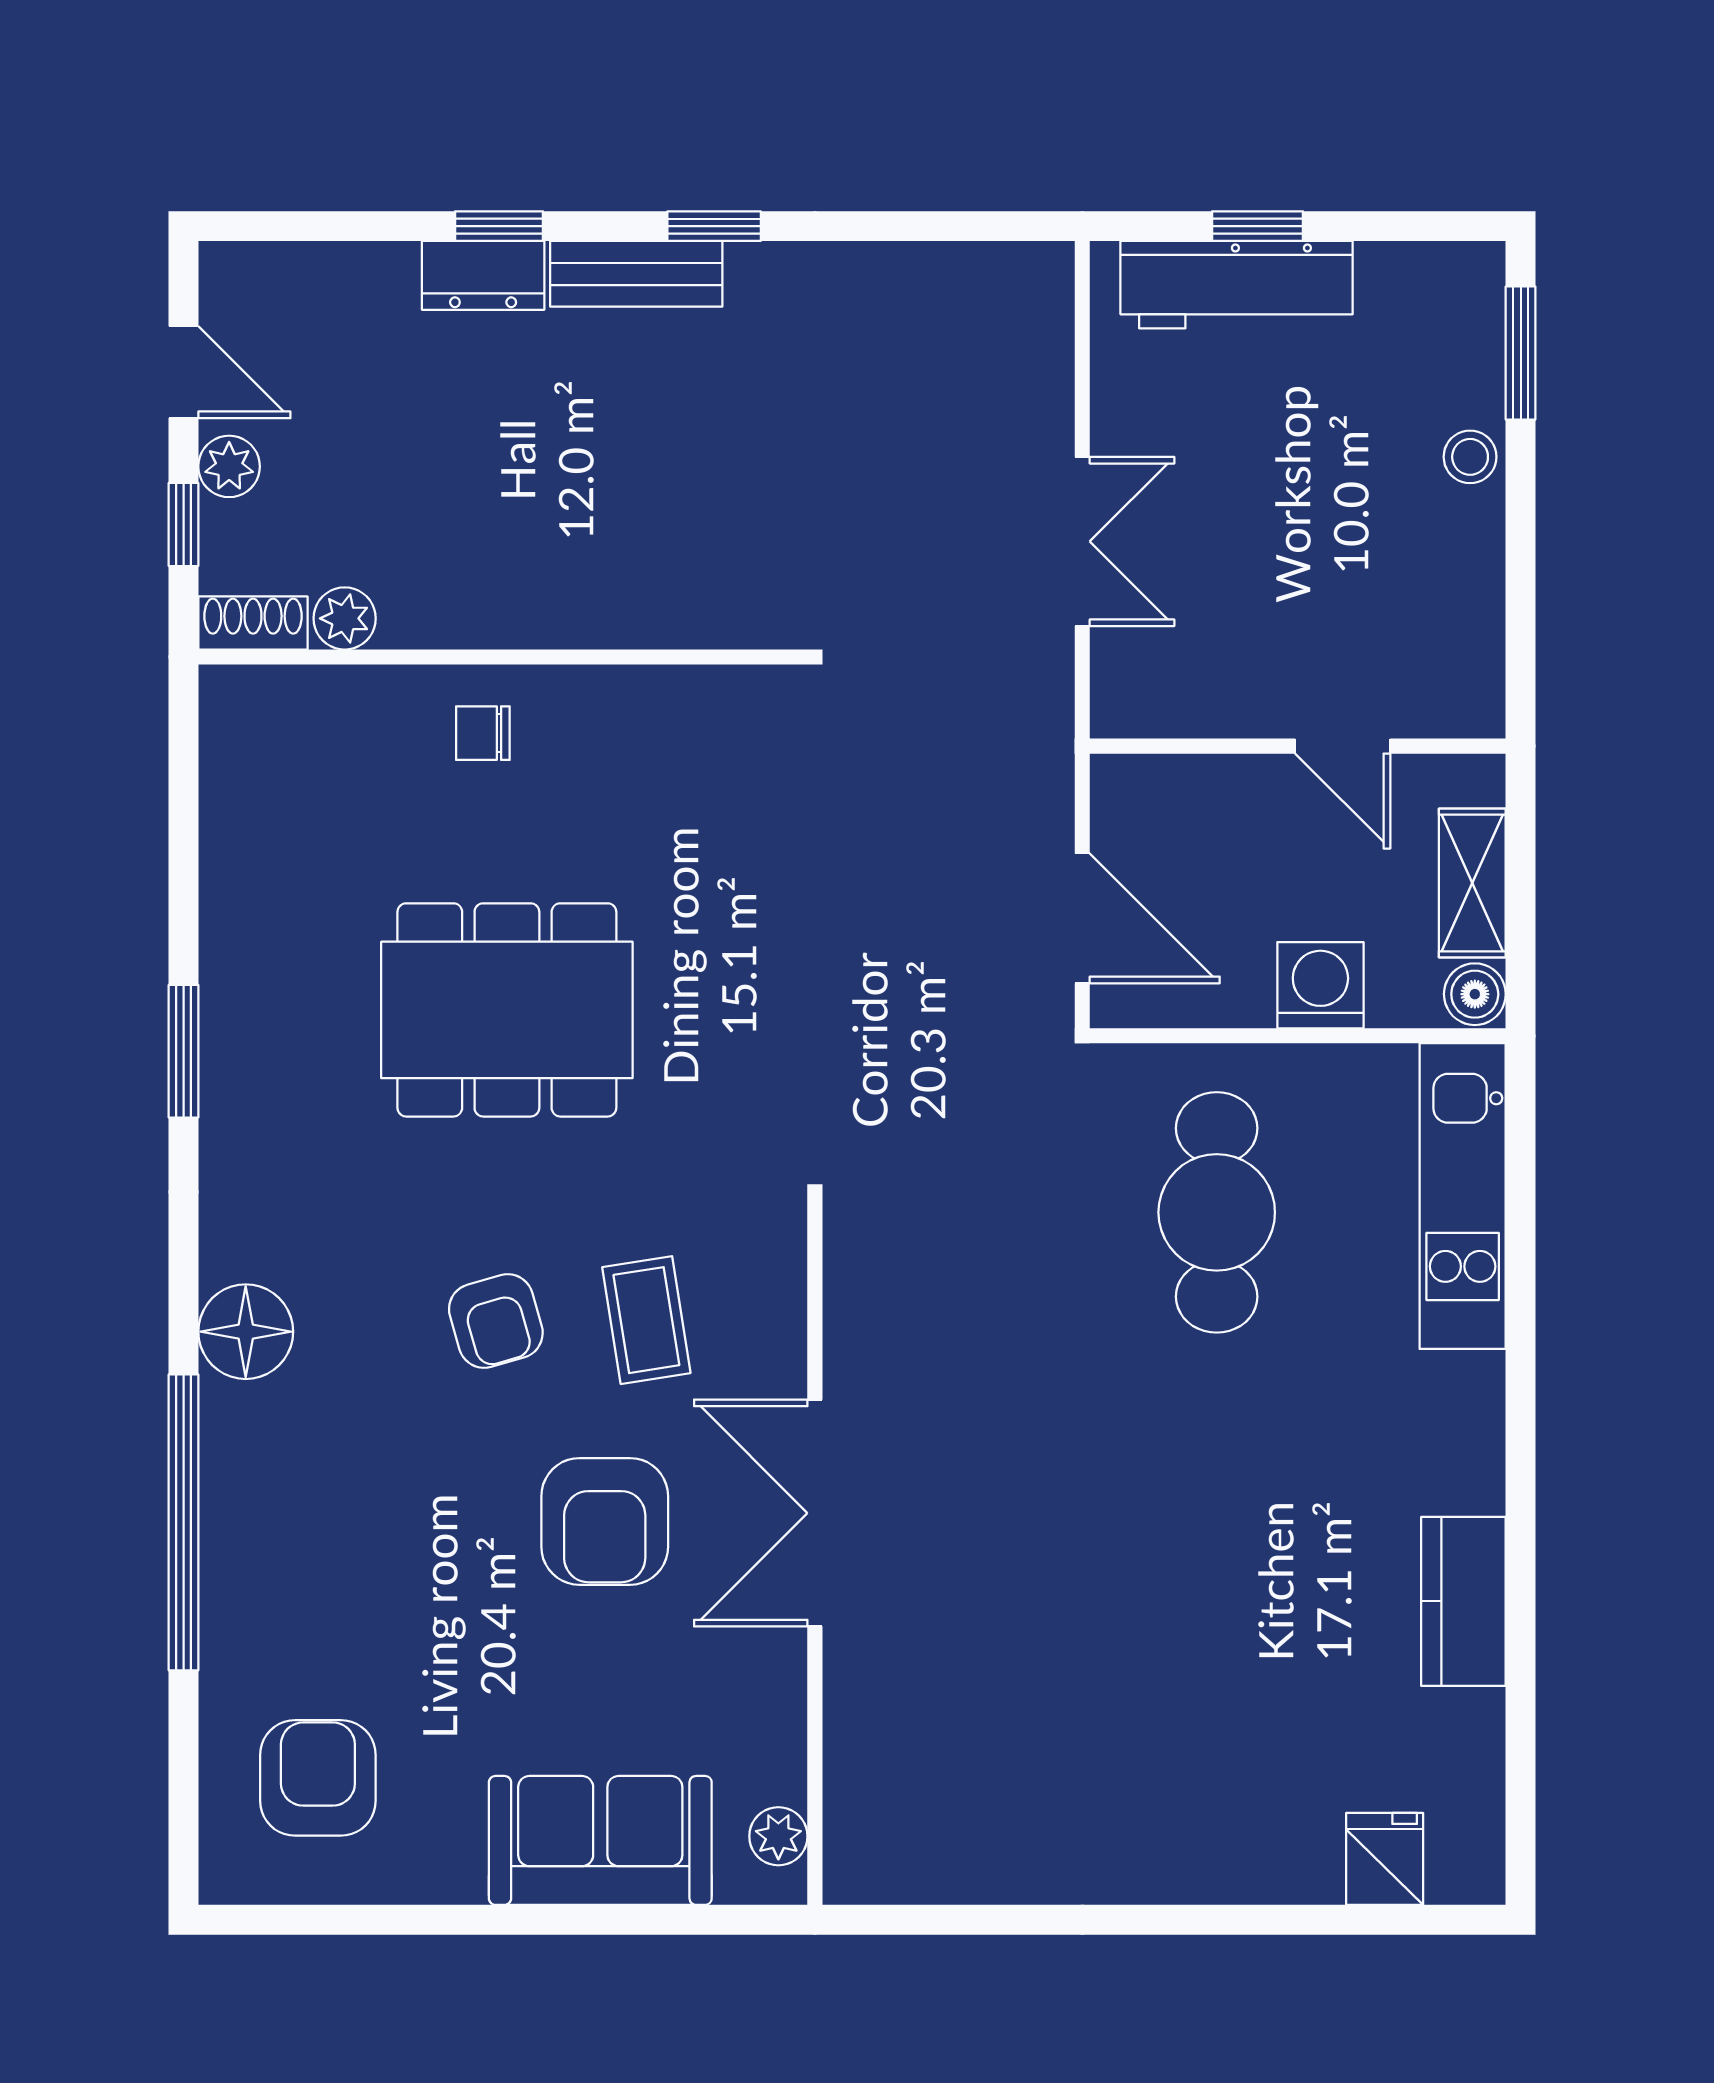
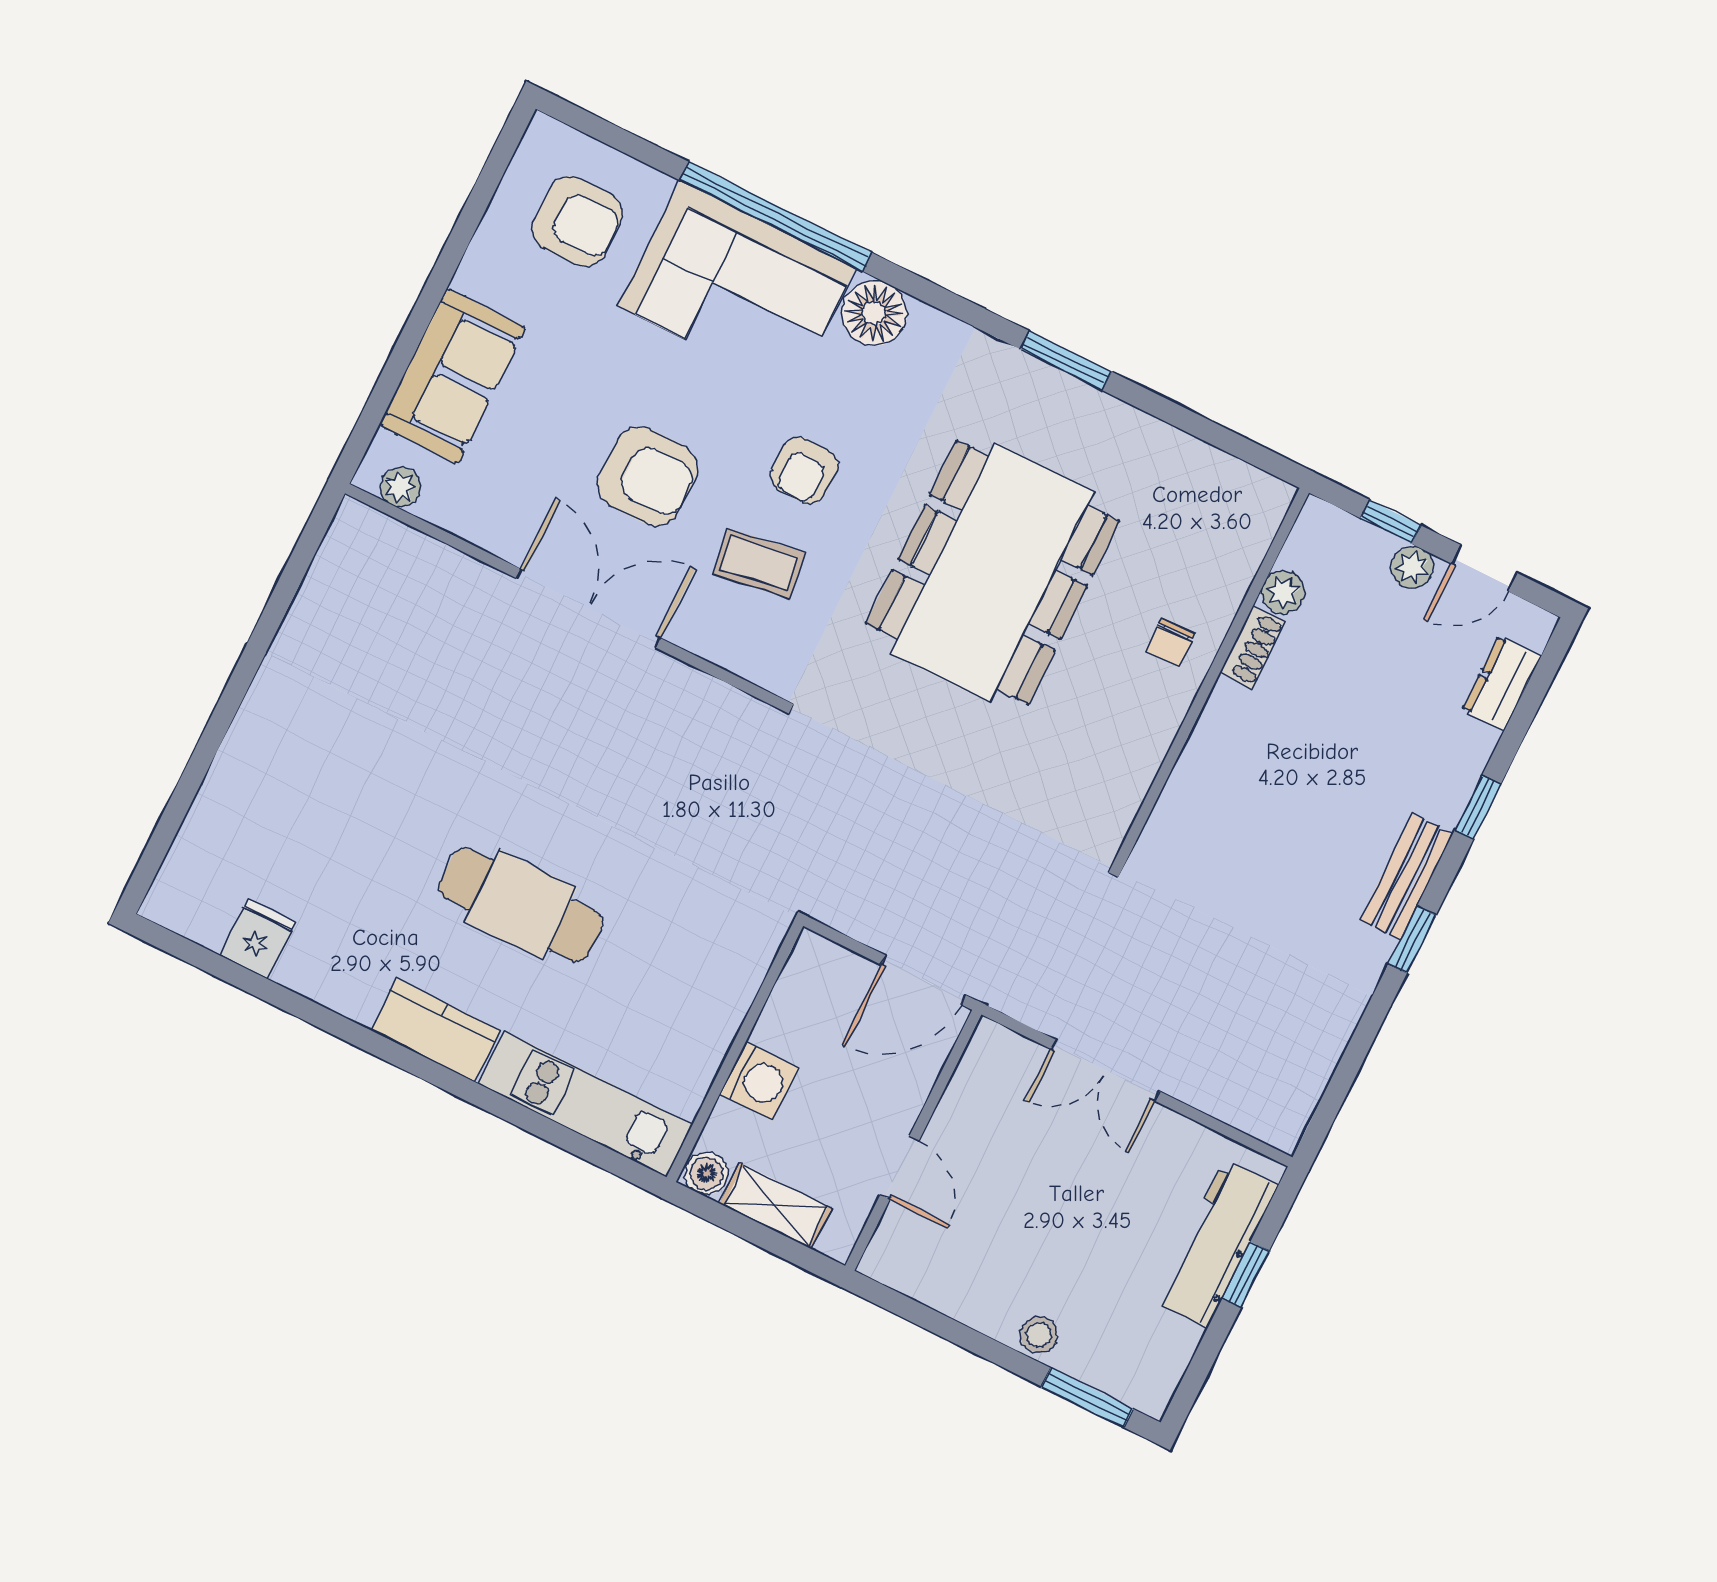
dresser: (483, 275) -> (1502, 683), moved
shoe rack: (253, 623) -> (1252, 647), moved
chair: (483, 733) -> (1170, 642), turned 180
door: (1343, 746) -> (899, 1168), swing flipped
door: (1082, 918) -> (923, 980), moved
dining table: (507, 1010) -> (993, 572), width x1.36, depth x1.24
cafe table: (1217, 1212) -> (521, 905), moved
armchair: (496, 1321) -> (804, 470), turned -74
armchair: (605, 1521) -> (648, 476), turned 180
corner sofa: (300, 1528) -> (737, 287), added
kitchen counter: (1463, 1601) -> (436, 1030), moved
fridge: (1385, 1859) -> (257, 939), moved, turned -90

